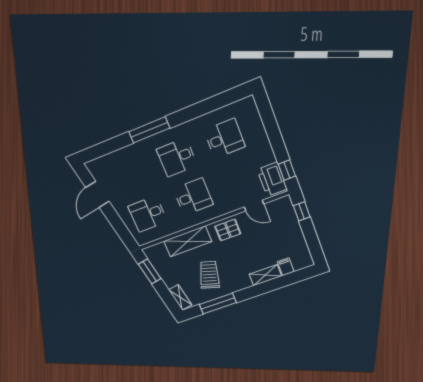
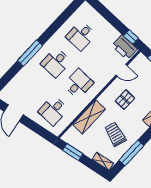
desk: (225, 138) -> (81, 36), turned 180
pallet: (228, 230) -> (125, 100), moved

